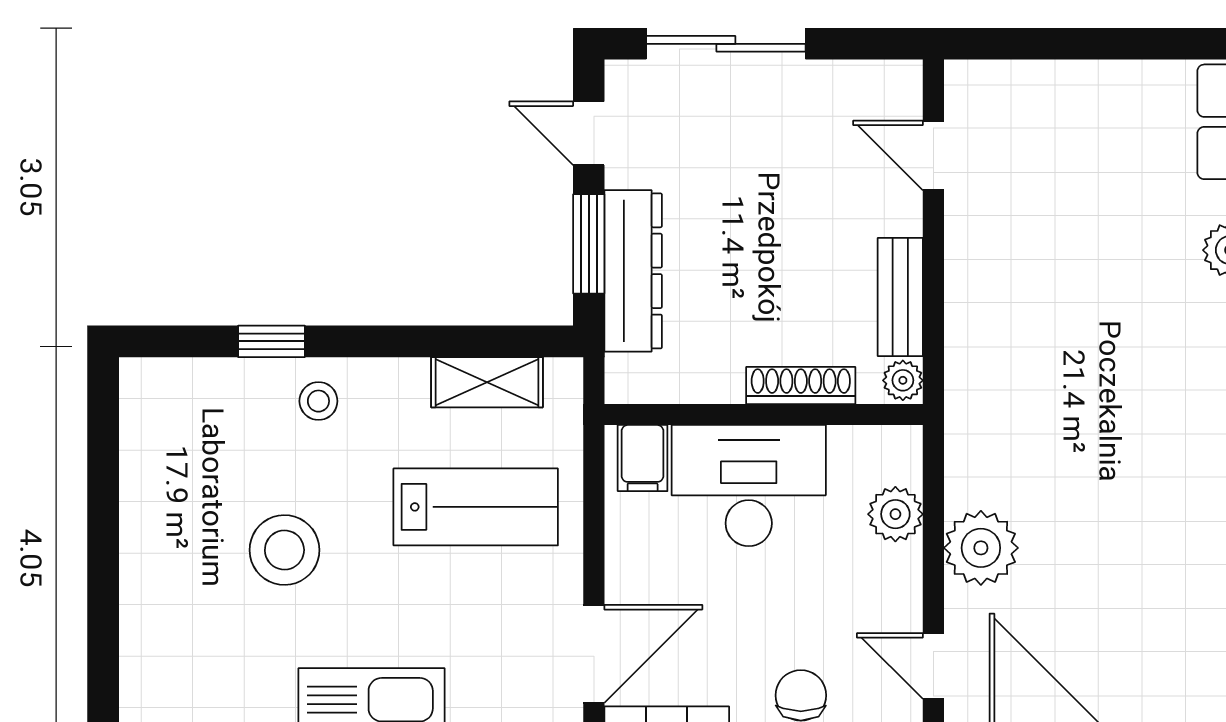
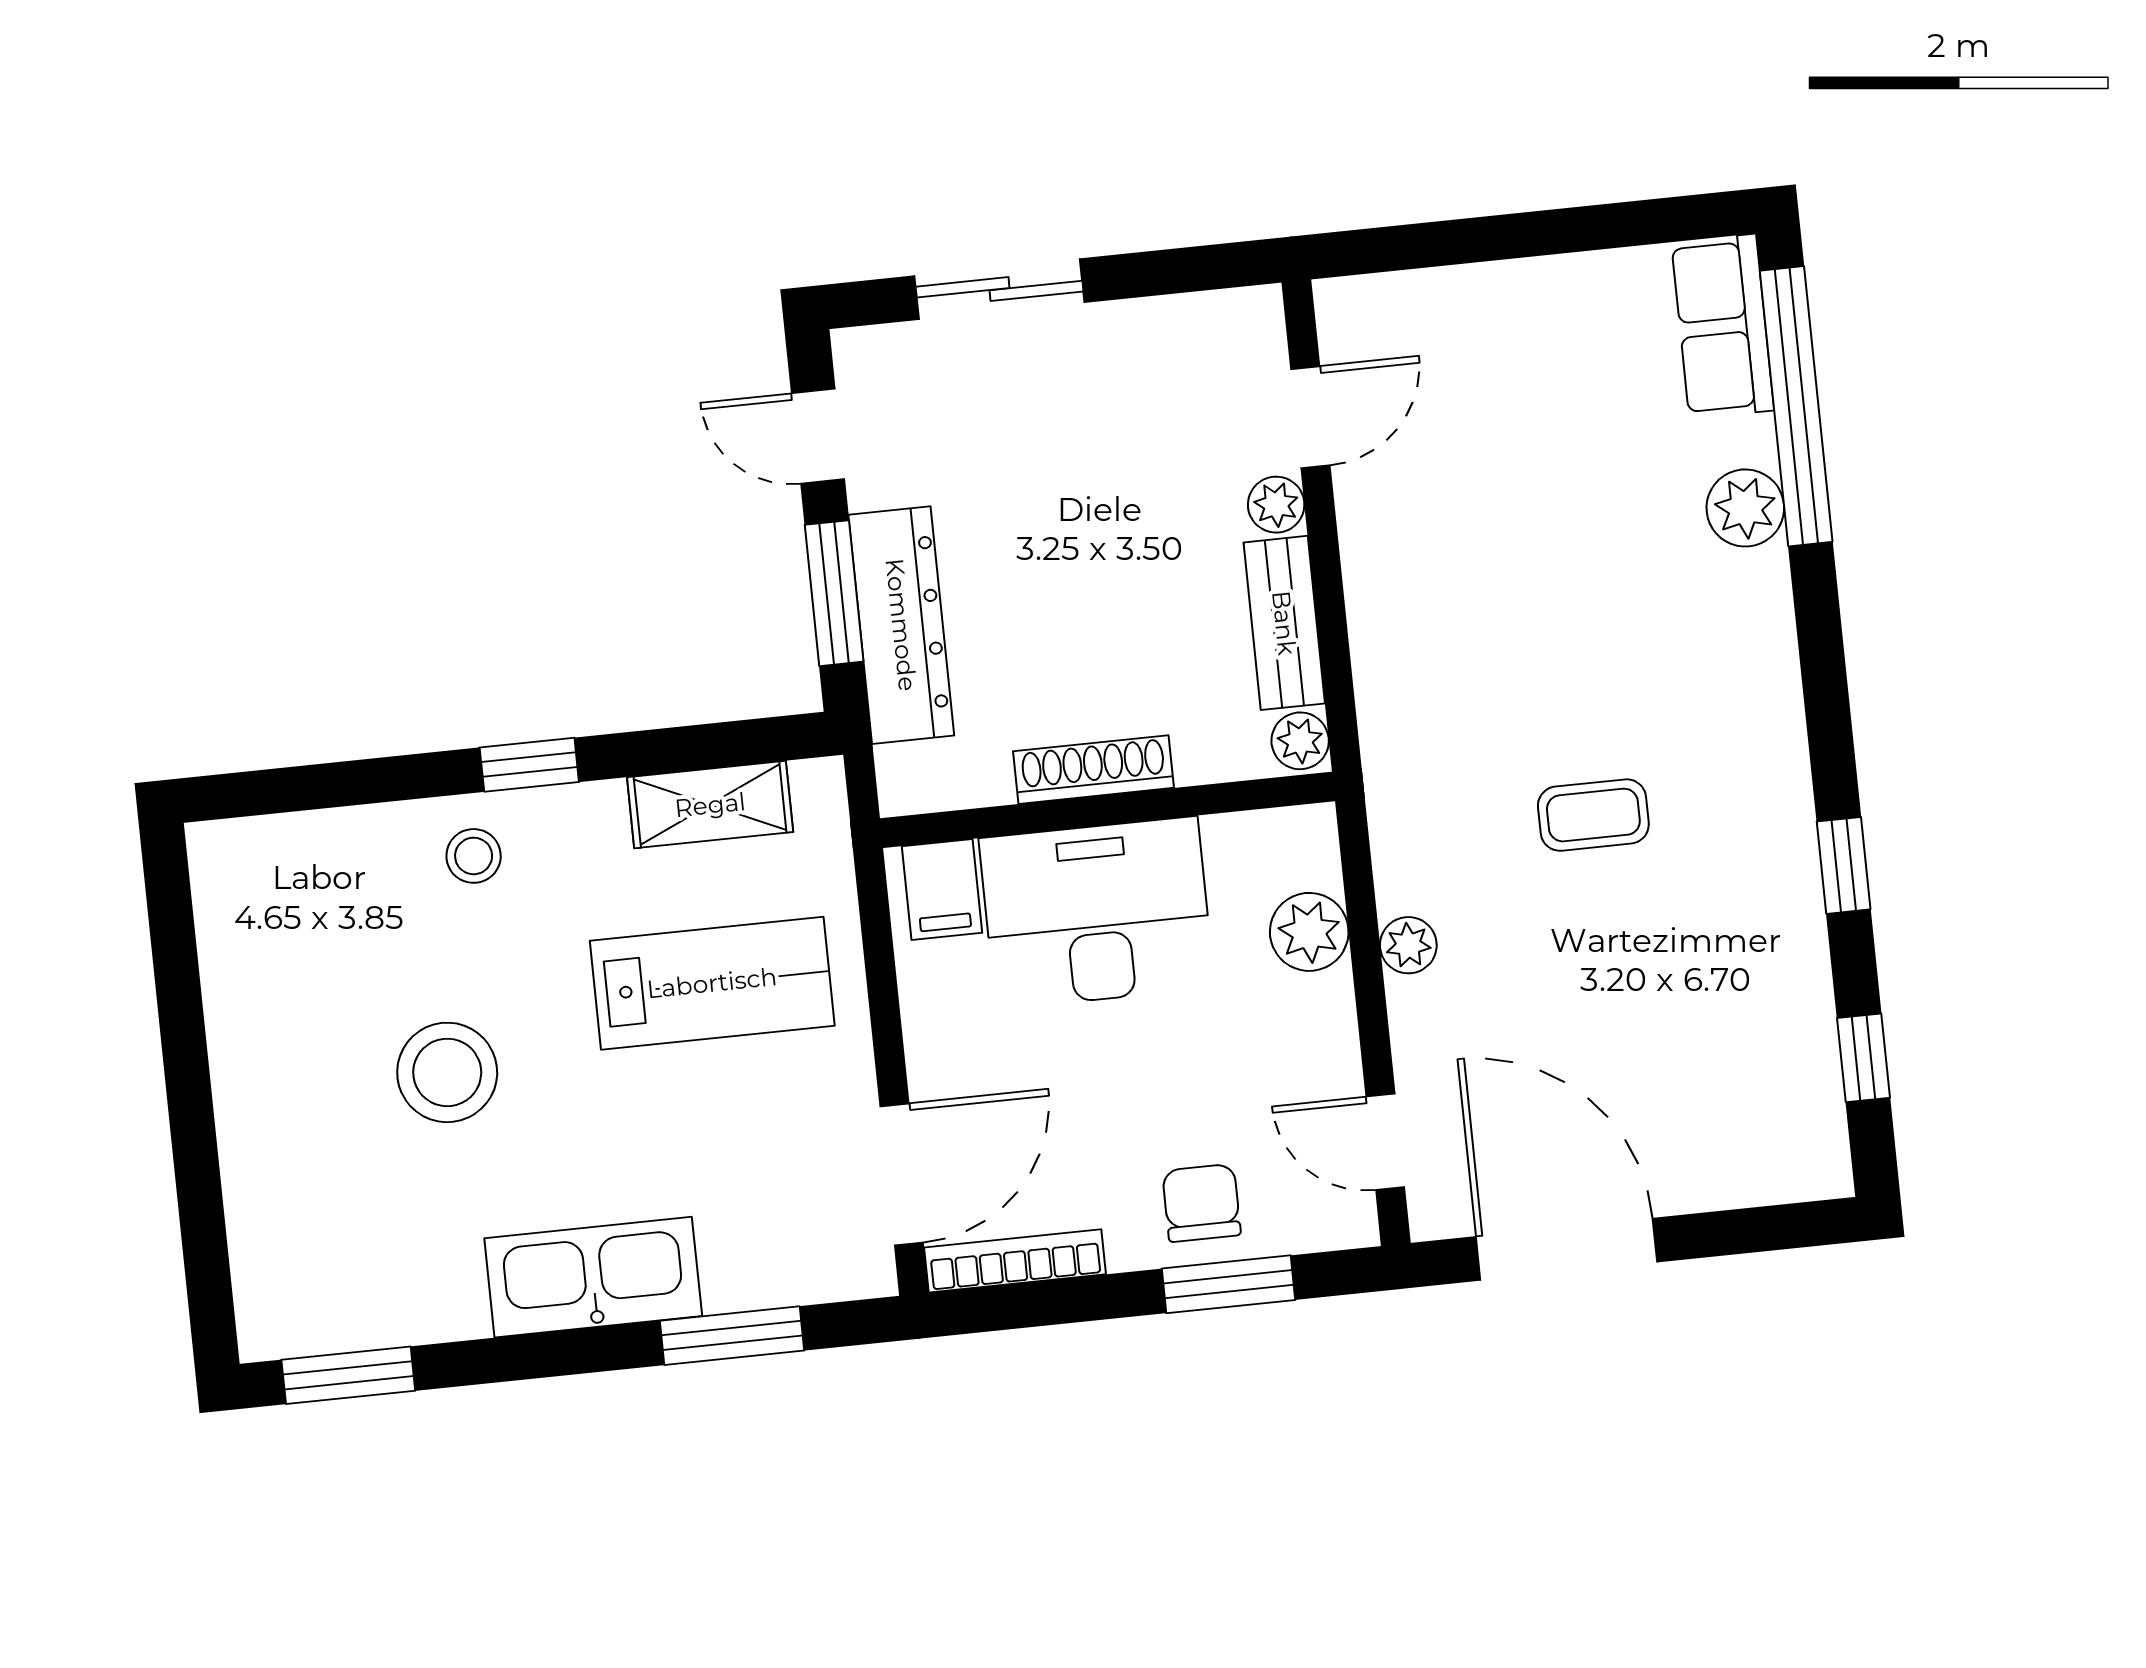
sliding door: (726, 44) -> (1000, 289), width x0.73
door: (933, 155) -> (1310, 417), swing flipped
plant: (903, 214) -> (1276, 505), added
window: (271, 341) -> (529, 765), moved
shoe rack: (801, 385) -> (1093, 770), moved
coffee table: (1102, 453) -> (1593, 815), added
plant: (981, 548) -> (1408, 945), width x0.53, depth x0.53

